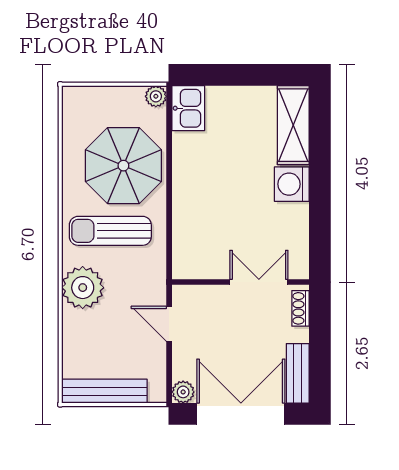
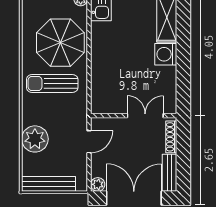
plant: (83, 288) -> (35, 139), moved
shoe rack: (300, 308) -> (171, 137), width x1.43
door: (169, 324) -> (89, 142), swing flipped

